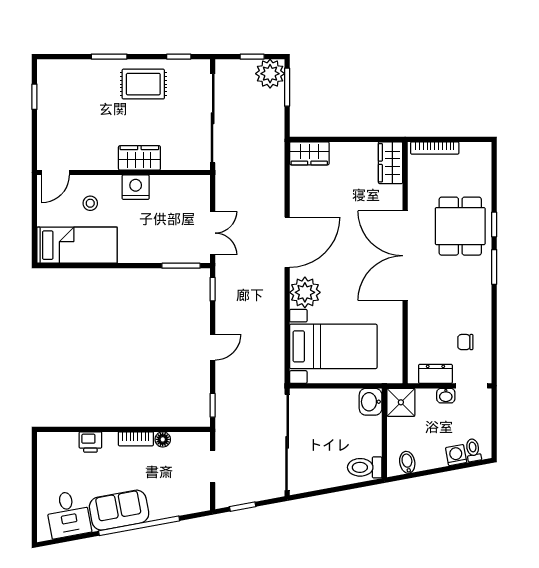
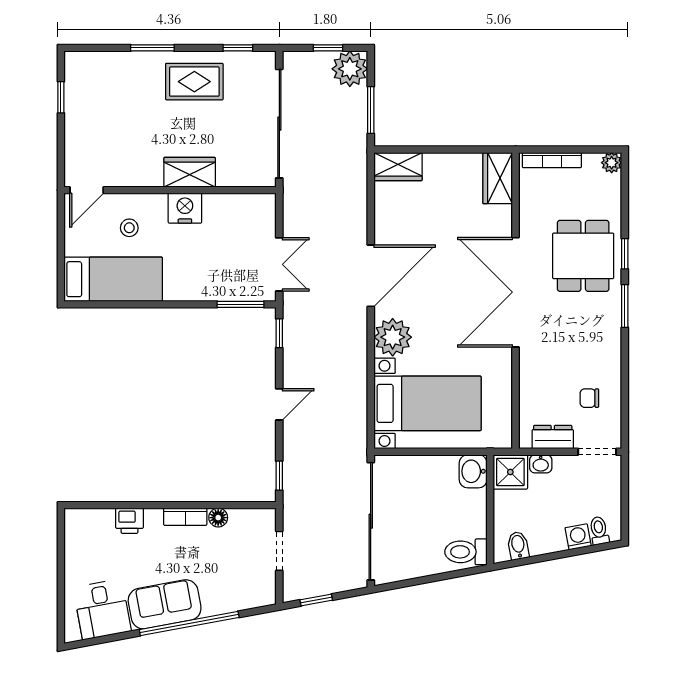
window: (287, 87) -> (371, 110), moved
plant: (483, 150) -> (612, 163), added
washbasin: (446, 396) -> (541, 464), moved

